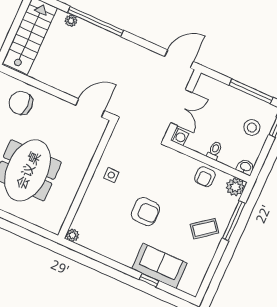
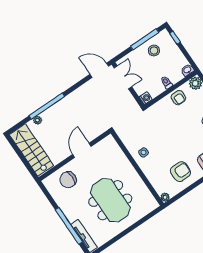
door: (179, 59) -> (99, 70), hinge flipped
door: (90, 108) -> (82, 150), moved
double door: (181, 108) -> (123, 77), moved
stool: (252, 127) -> (154, 51), moved
armchair: (145, 212) -> (180, 172), moved

